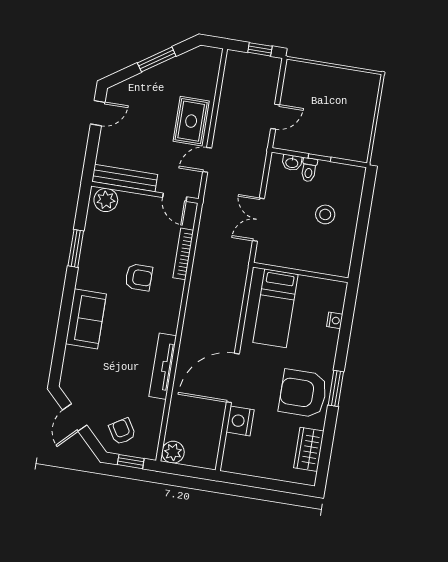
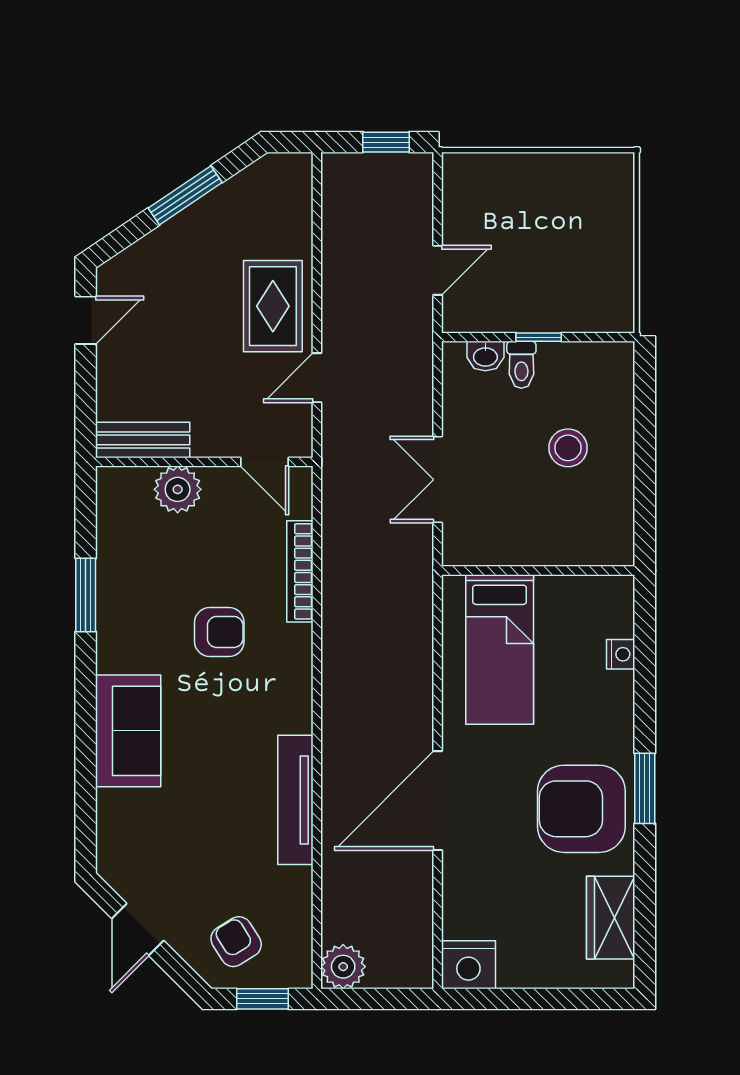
bench: (125, 178) -> (143, 440), width x0.73
plant: (106, 200) -> (178, 489), moved
nightstand: (240, 421) -> (468, 965), moved, turned -90

